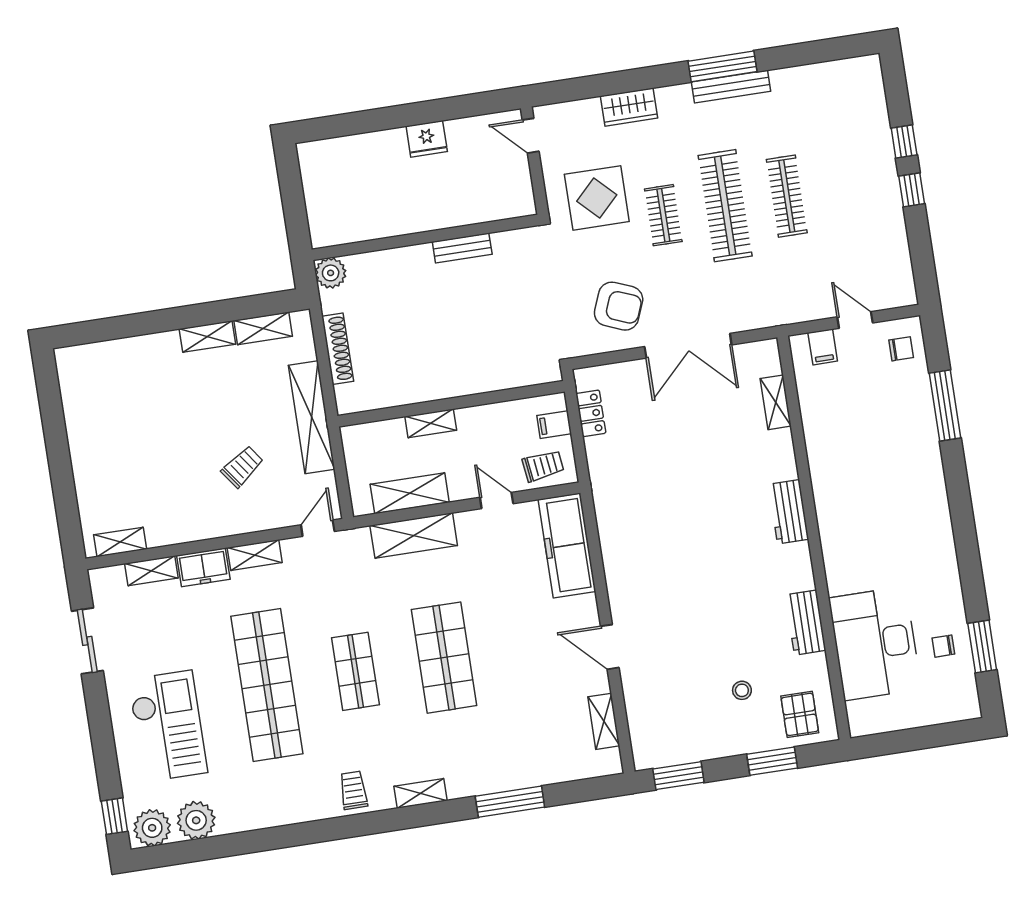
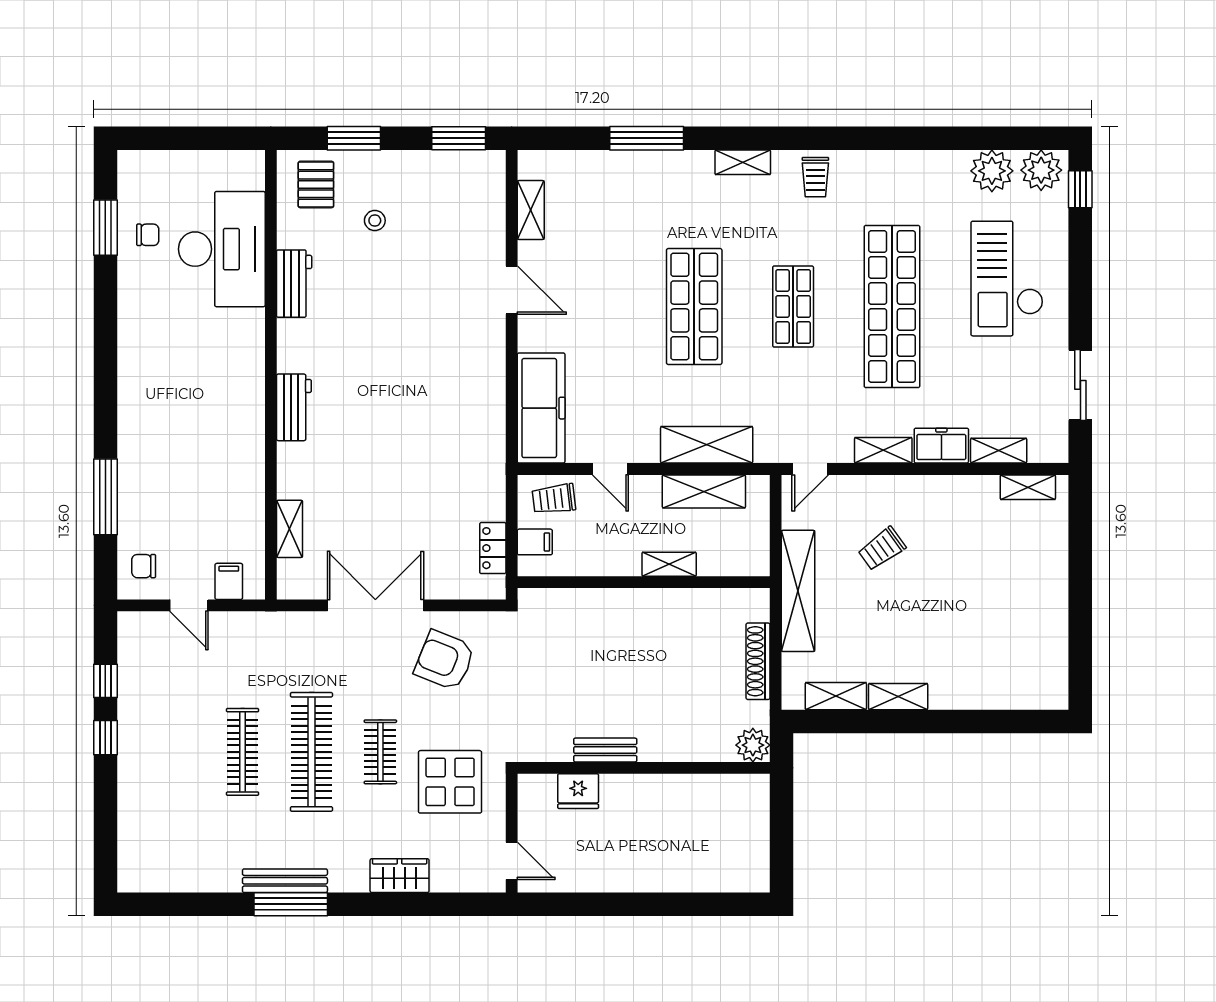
fridge: (427, 139) -> (578, 791), moved, turned 180
window: (904, 141) -> (105, 681), moved

